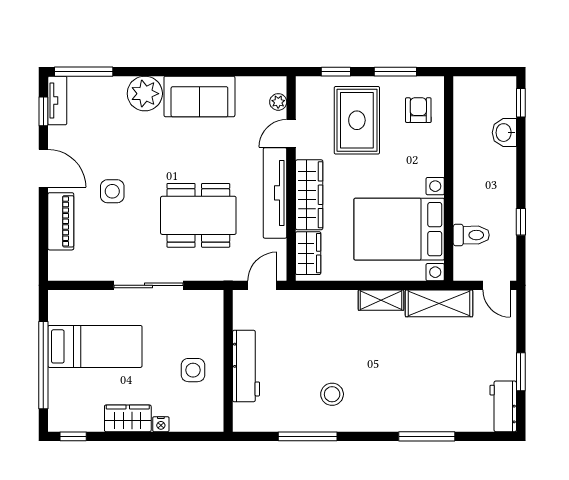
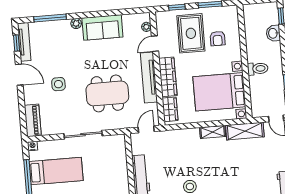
window: (84, 72) -> (50, 18), moved
plant: (145, 94) -> (76, 23), width x0.53, depth x0.53
tv unit: (57, 101) -> (24, 42), width x1.41
armchair: (418, 110) -> (217, 39), moved, turned 180
piano: (61, 221) -> (33, 120), moved
toilet: (471, 235) -> (258, 69), moved
nightstand: (57, 298) -> (33, 146), added
side table: (193, 370) -> (112, 180), removed

